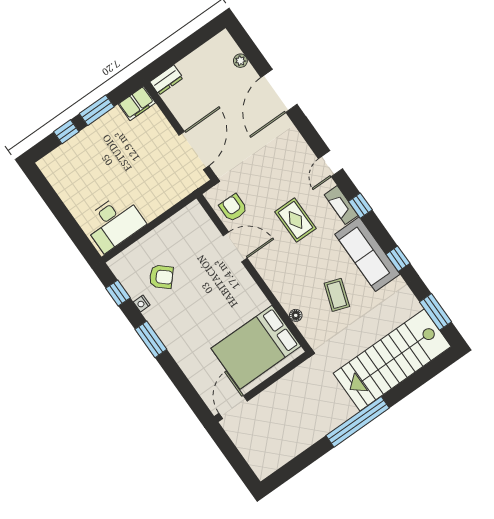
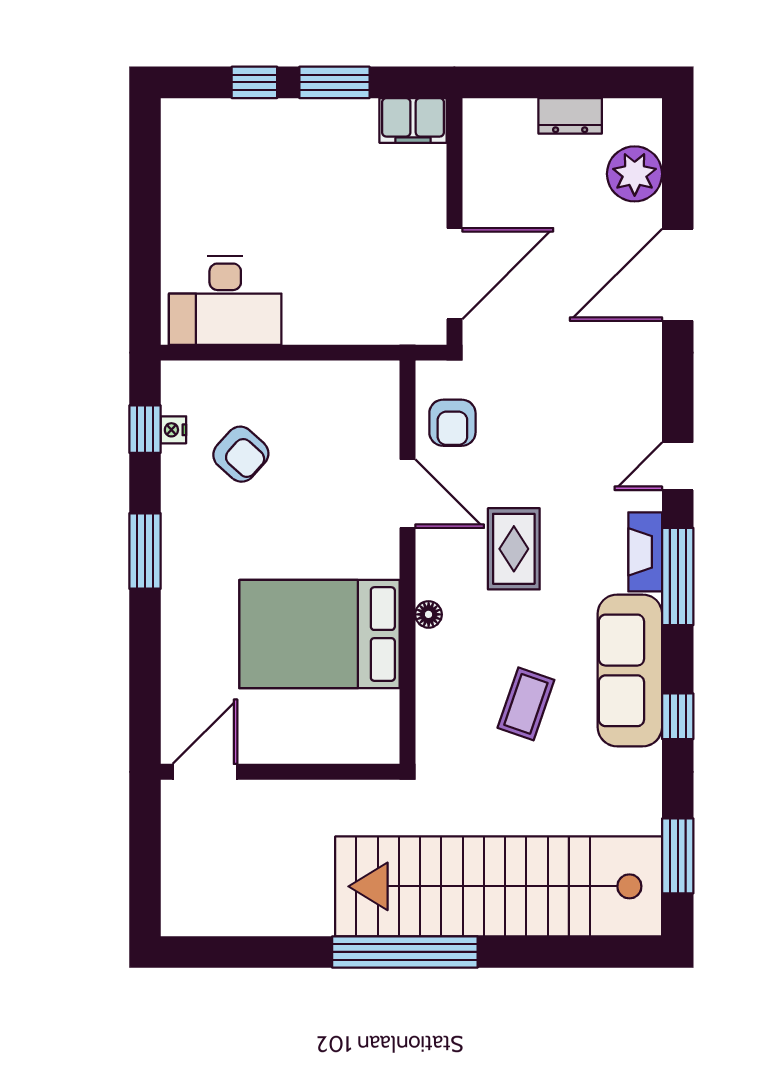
plant: (240, 61) -> (635, 174), width x1.88, depth x1.88
dresser: (166, 80) -> (570, 116), moved
window: (360, 206) -> (678, 576), width x2.17
armchair: (233, 208) -> (452, 423), turned 180
rug: (296, 220) -> (514, 549), moved
nightstand: (142, 303) -> (173, 430), moved
floor lamp: (296, 315) -> (429, 614), moved
bed: (256, 347) -> (319, 634), moved
stairs: (392, 360) -> (499, 886), width x1.36

